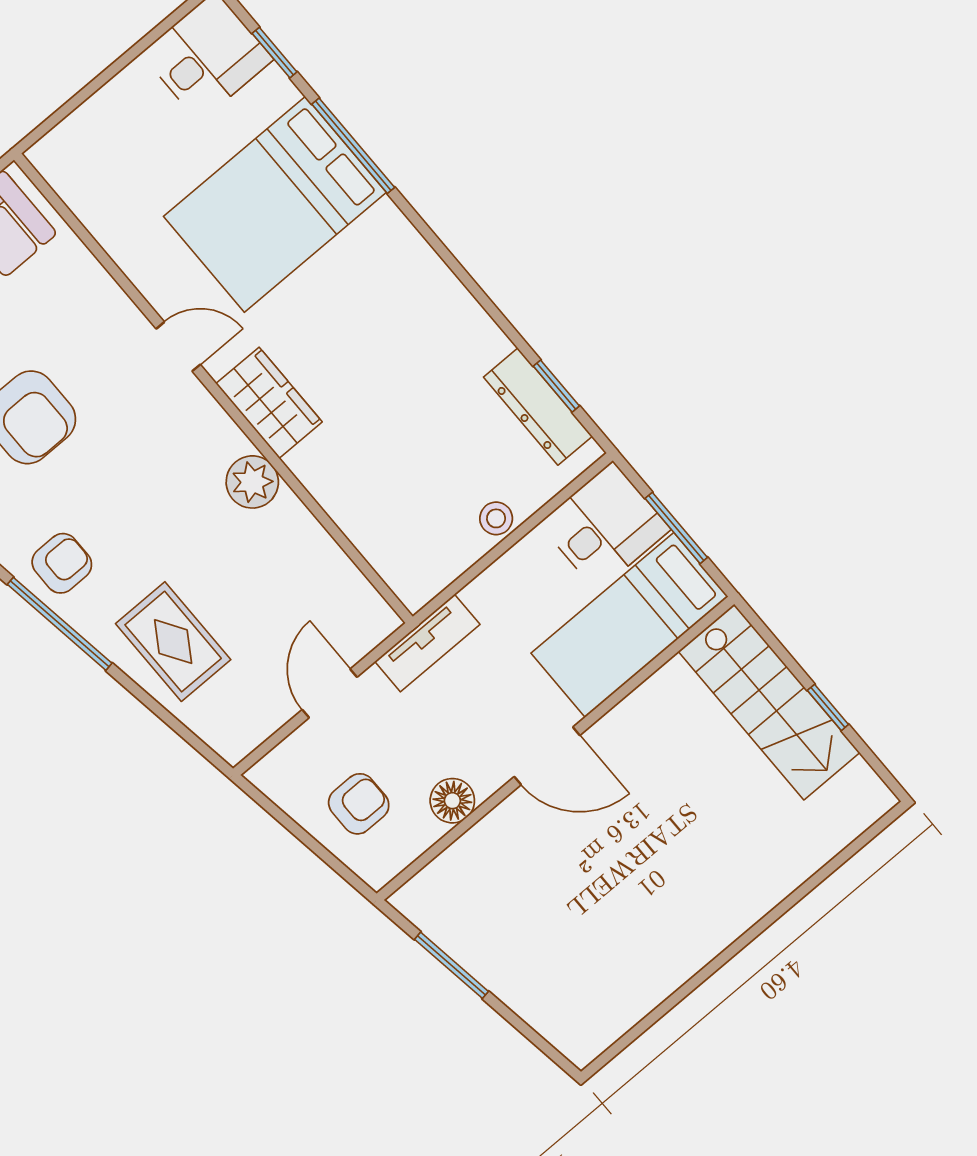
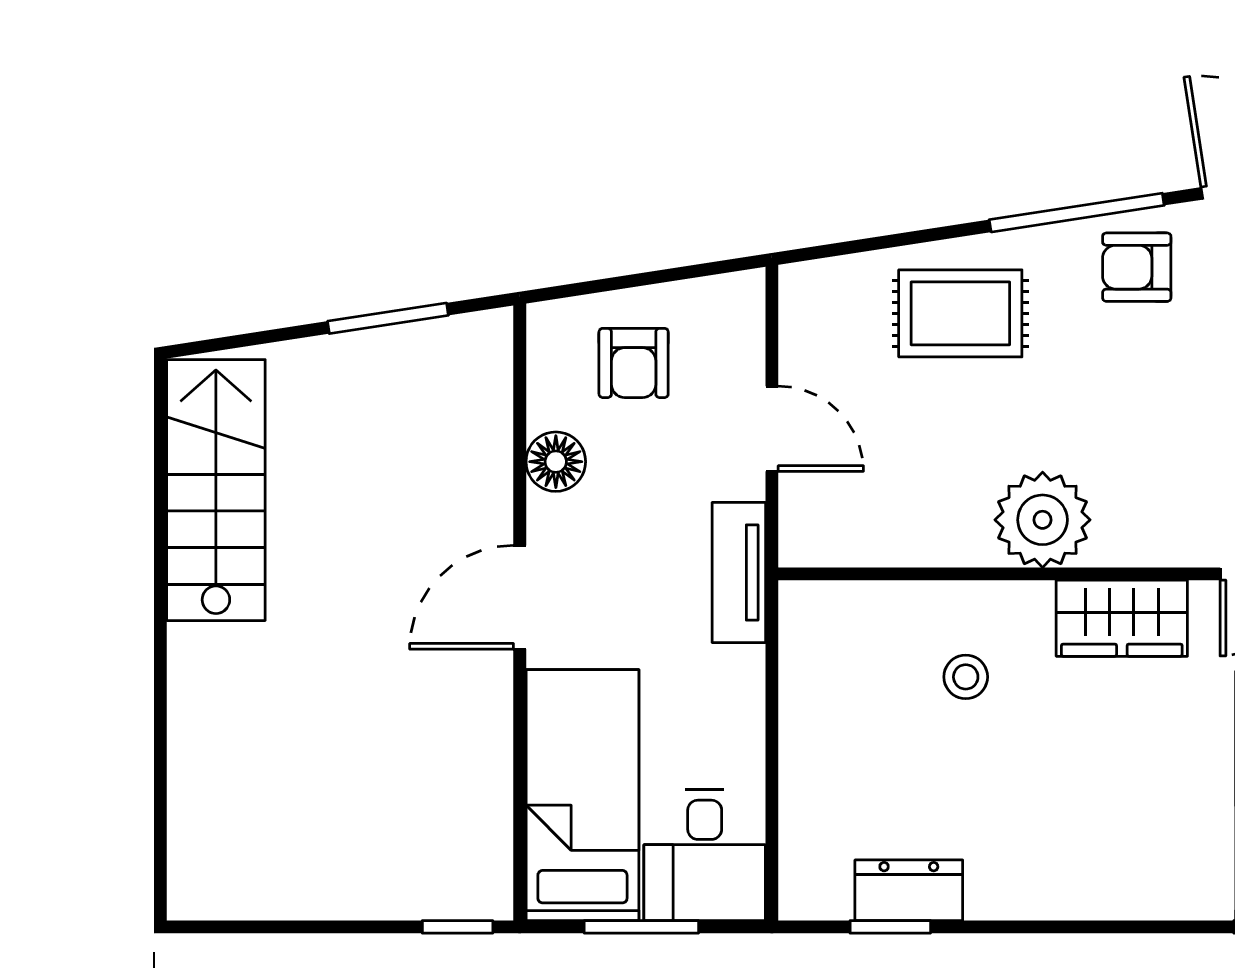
dresser: (538, 407) -> (909, 890), width x0.70
plant: (252, 482) -> (1043, 520), width x1.36, depth x1.36
stool: (496, 518) -> (966, 677), moved
armchair: (62, 563) -> (1137, 267), turned 90
stairs: (769, 702) -> (216, 490), moved, turned 90
window: (828, 707) -> (458, 927), moved

